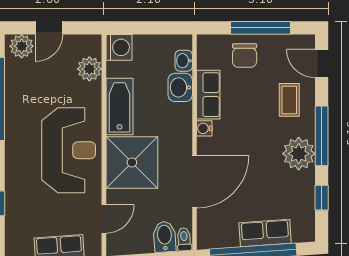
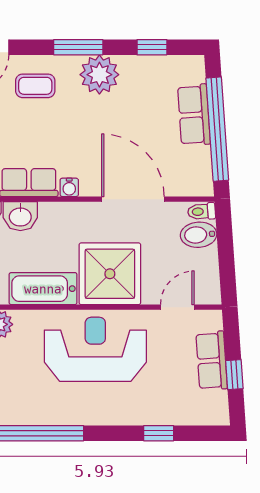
window: (322, 136) -> (78, 47), width x0.69
door: (104, 219) -> (177, 307), hinge flipped

